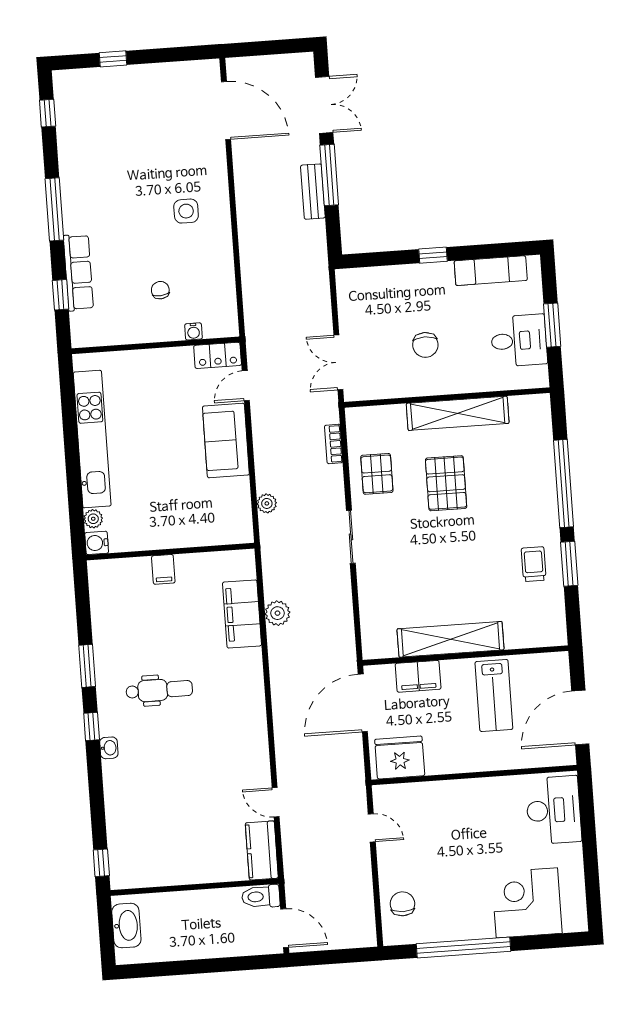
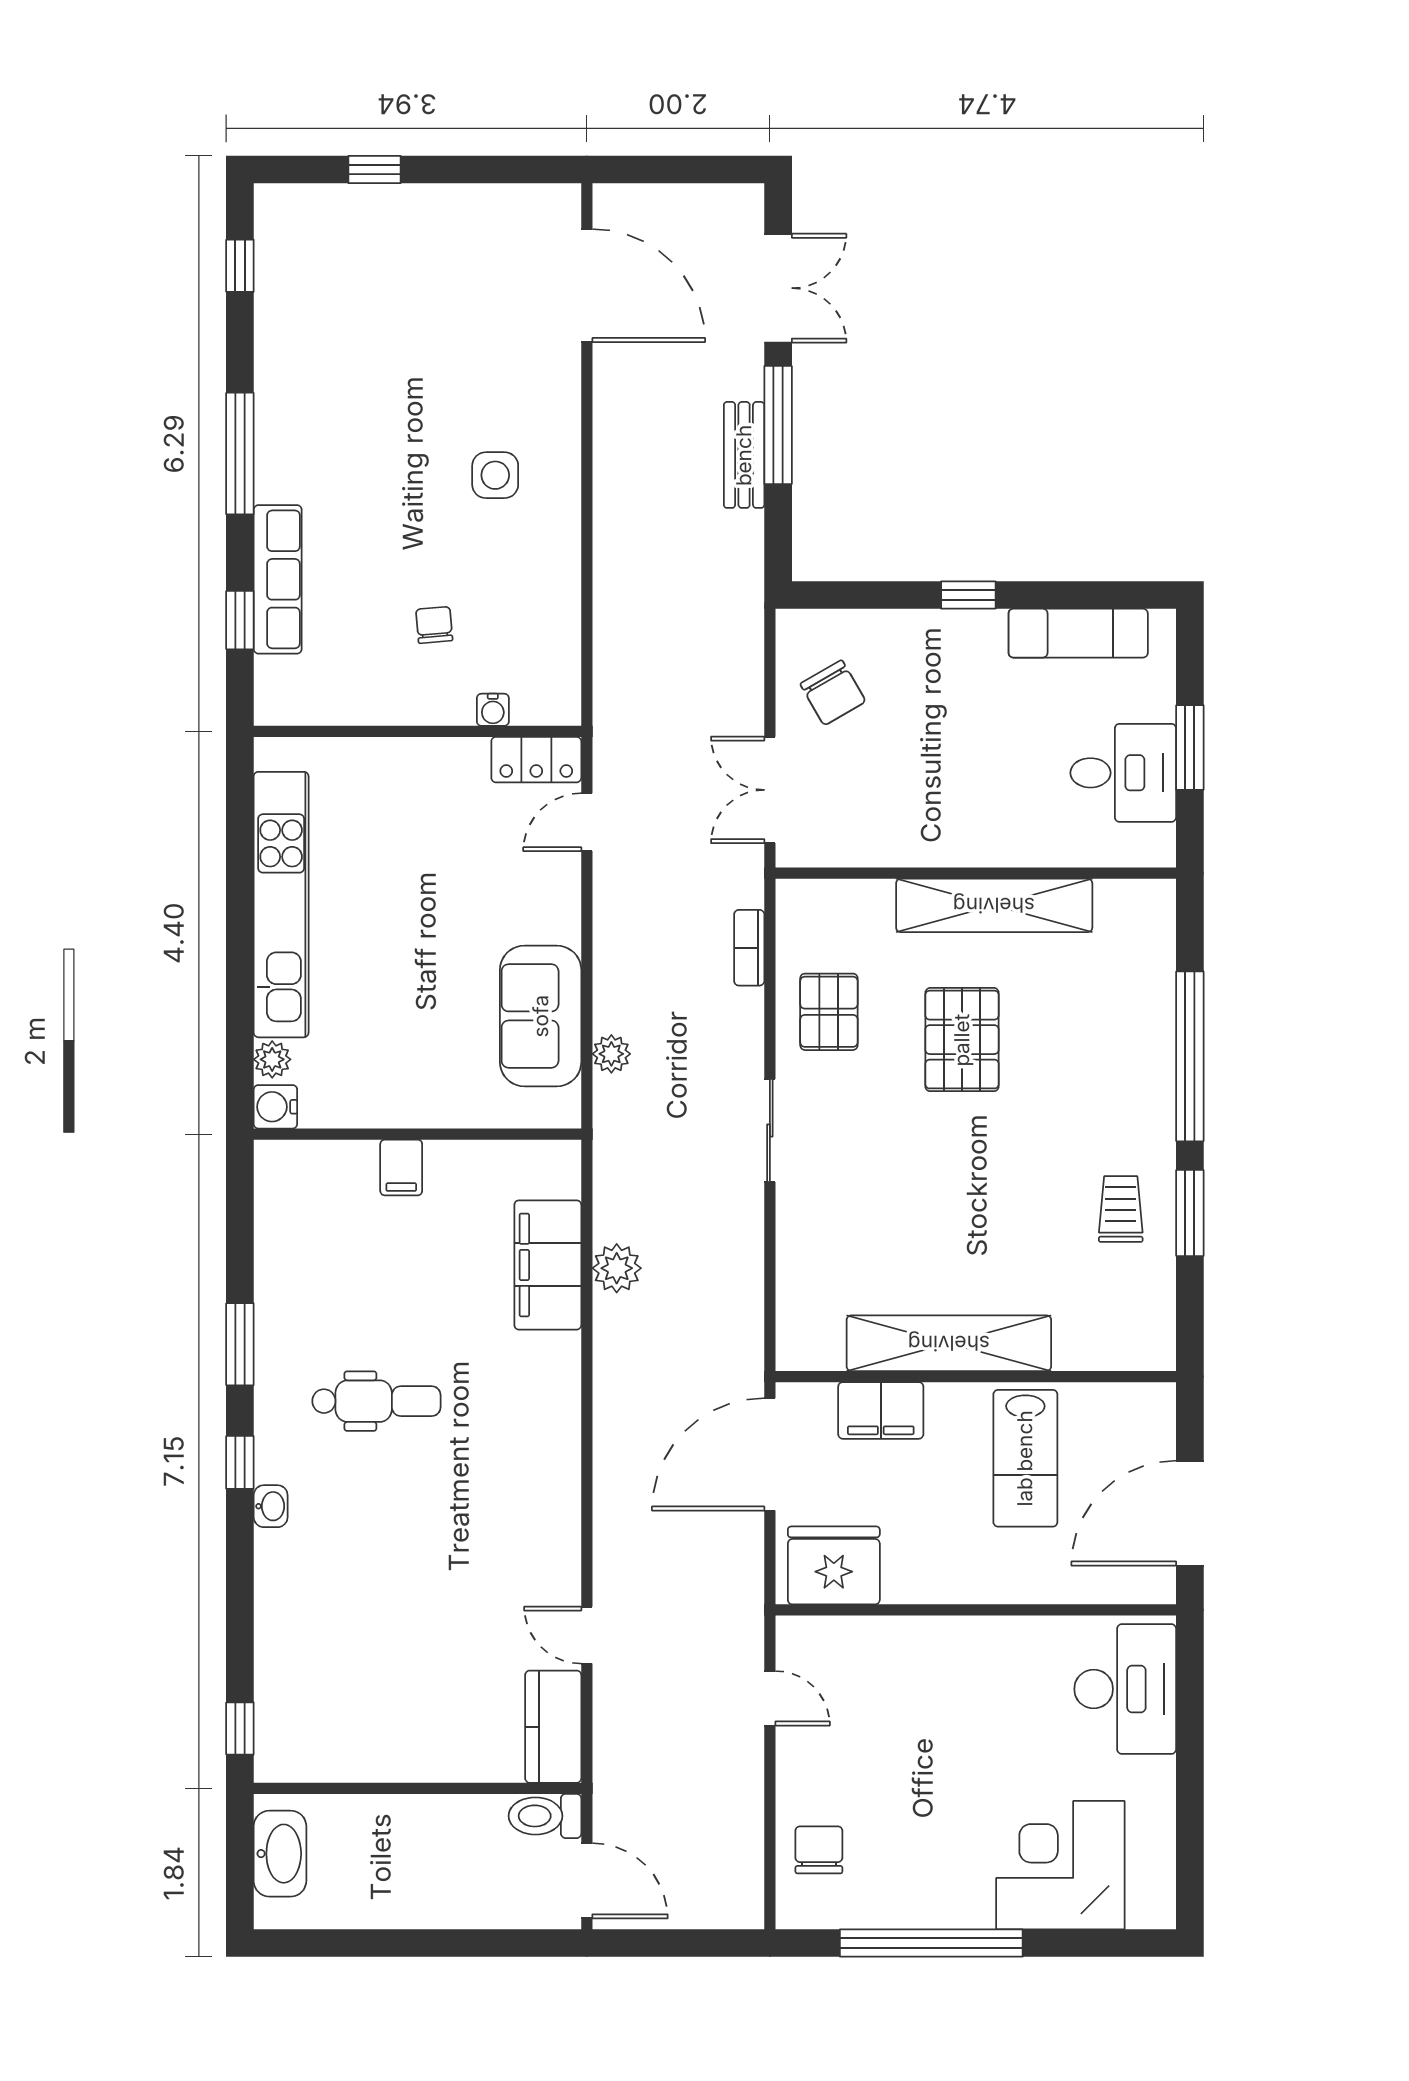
chair: (425, 345) -> (833, 693), moved, turned -30
sofa: (226, 441) -> (541, 1016), moved

